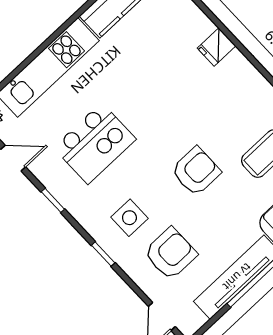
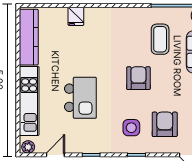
fridge: (217, 47) -> (76, 16), moved
kitchen island: (95, 143) -> (80, 98), moved

